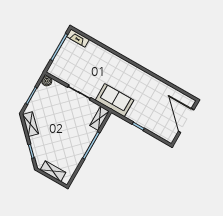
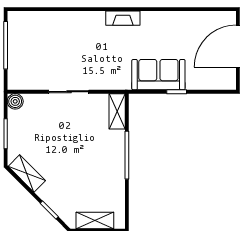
fireplace: (78, 38) -> (123, 18), moved
sofa: (114, 100) -> (158, 75), moved
door: (186, 120) -> (238, 46), hinge flipped

